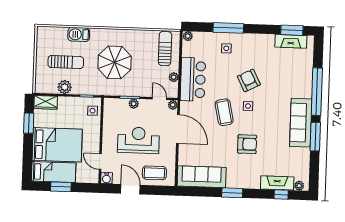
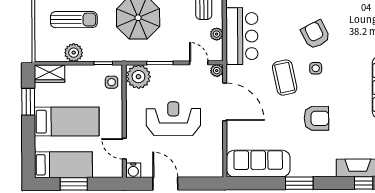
plant: (134, 104) -> (138, 77), moved, width x1.87, depth x1.87
bed: (57, 145) -> (67, 122), width x0.67
coffee table: (154, 173) -> (196, 161), removed

